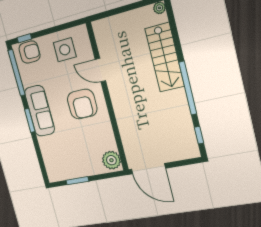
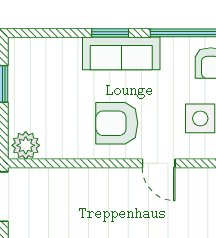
door: (100, 70) -> (159, 163), swing flipped

